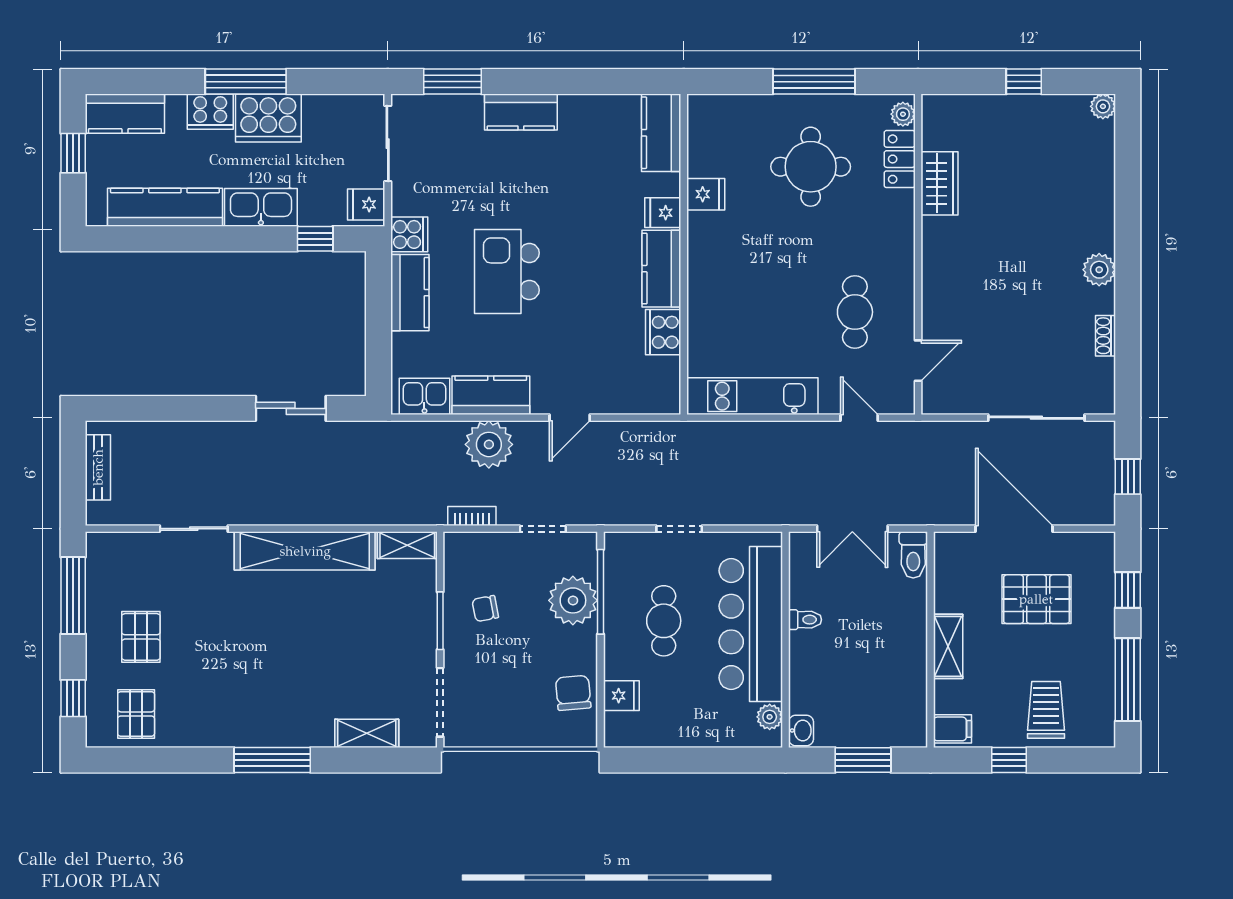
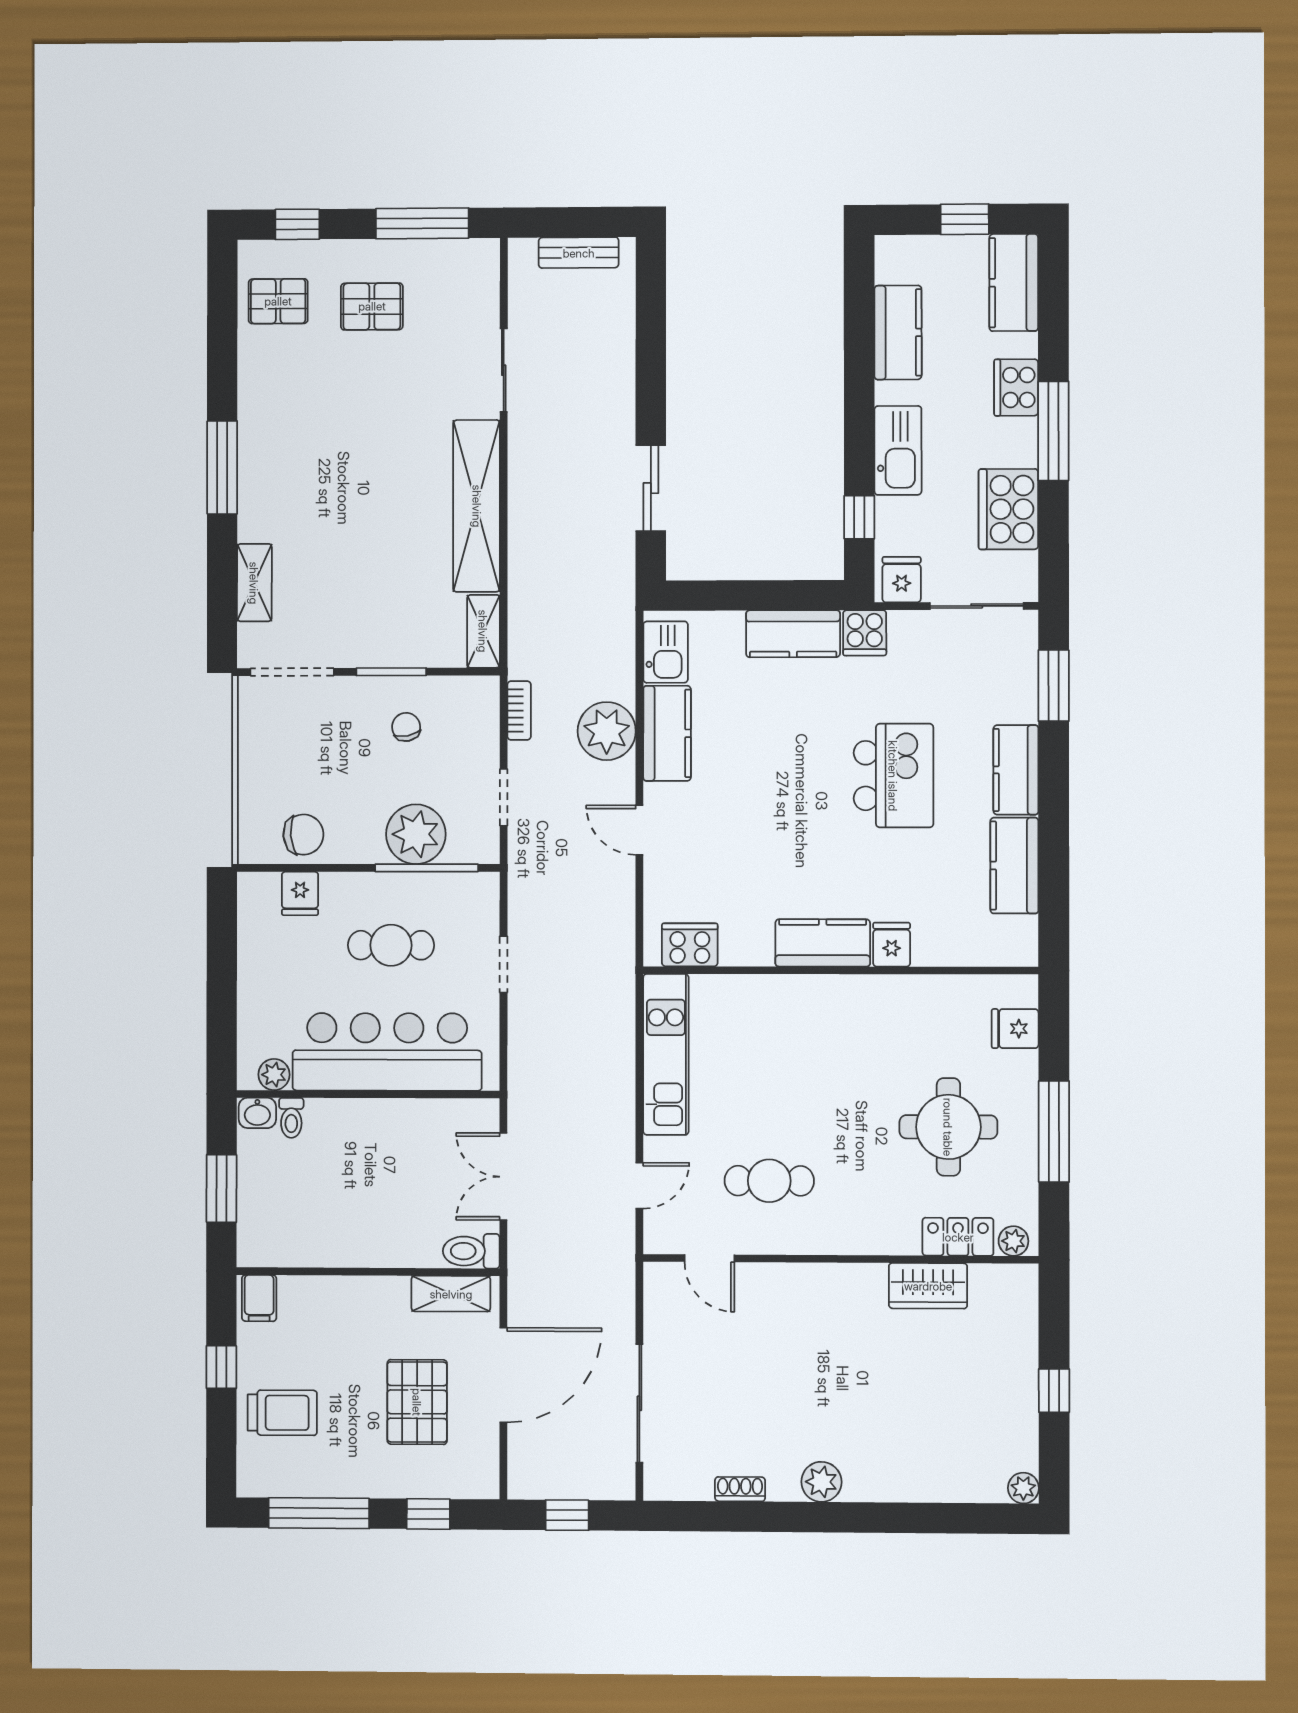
cooker: (268, 118) -> (1008, 509), moved
kitchen counter: (661, 133) -> (1014, 866), moved, turned -90
fridge: (706, 194) -> (1015, 1029), moved, turned 90
kitchen counter: (165, 207) -> (898, 333), width x0.67
kitchen island: (507, 272) -> (893, 776), moved, turned 90
cooker: (663, 332) -> (690, 945), moved
toilet: (805, 620) -> (291, 1118), moved
shelving: (948, 646) -> (451, 1294), moved

